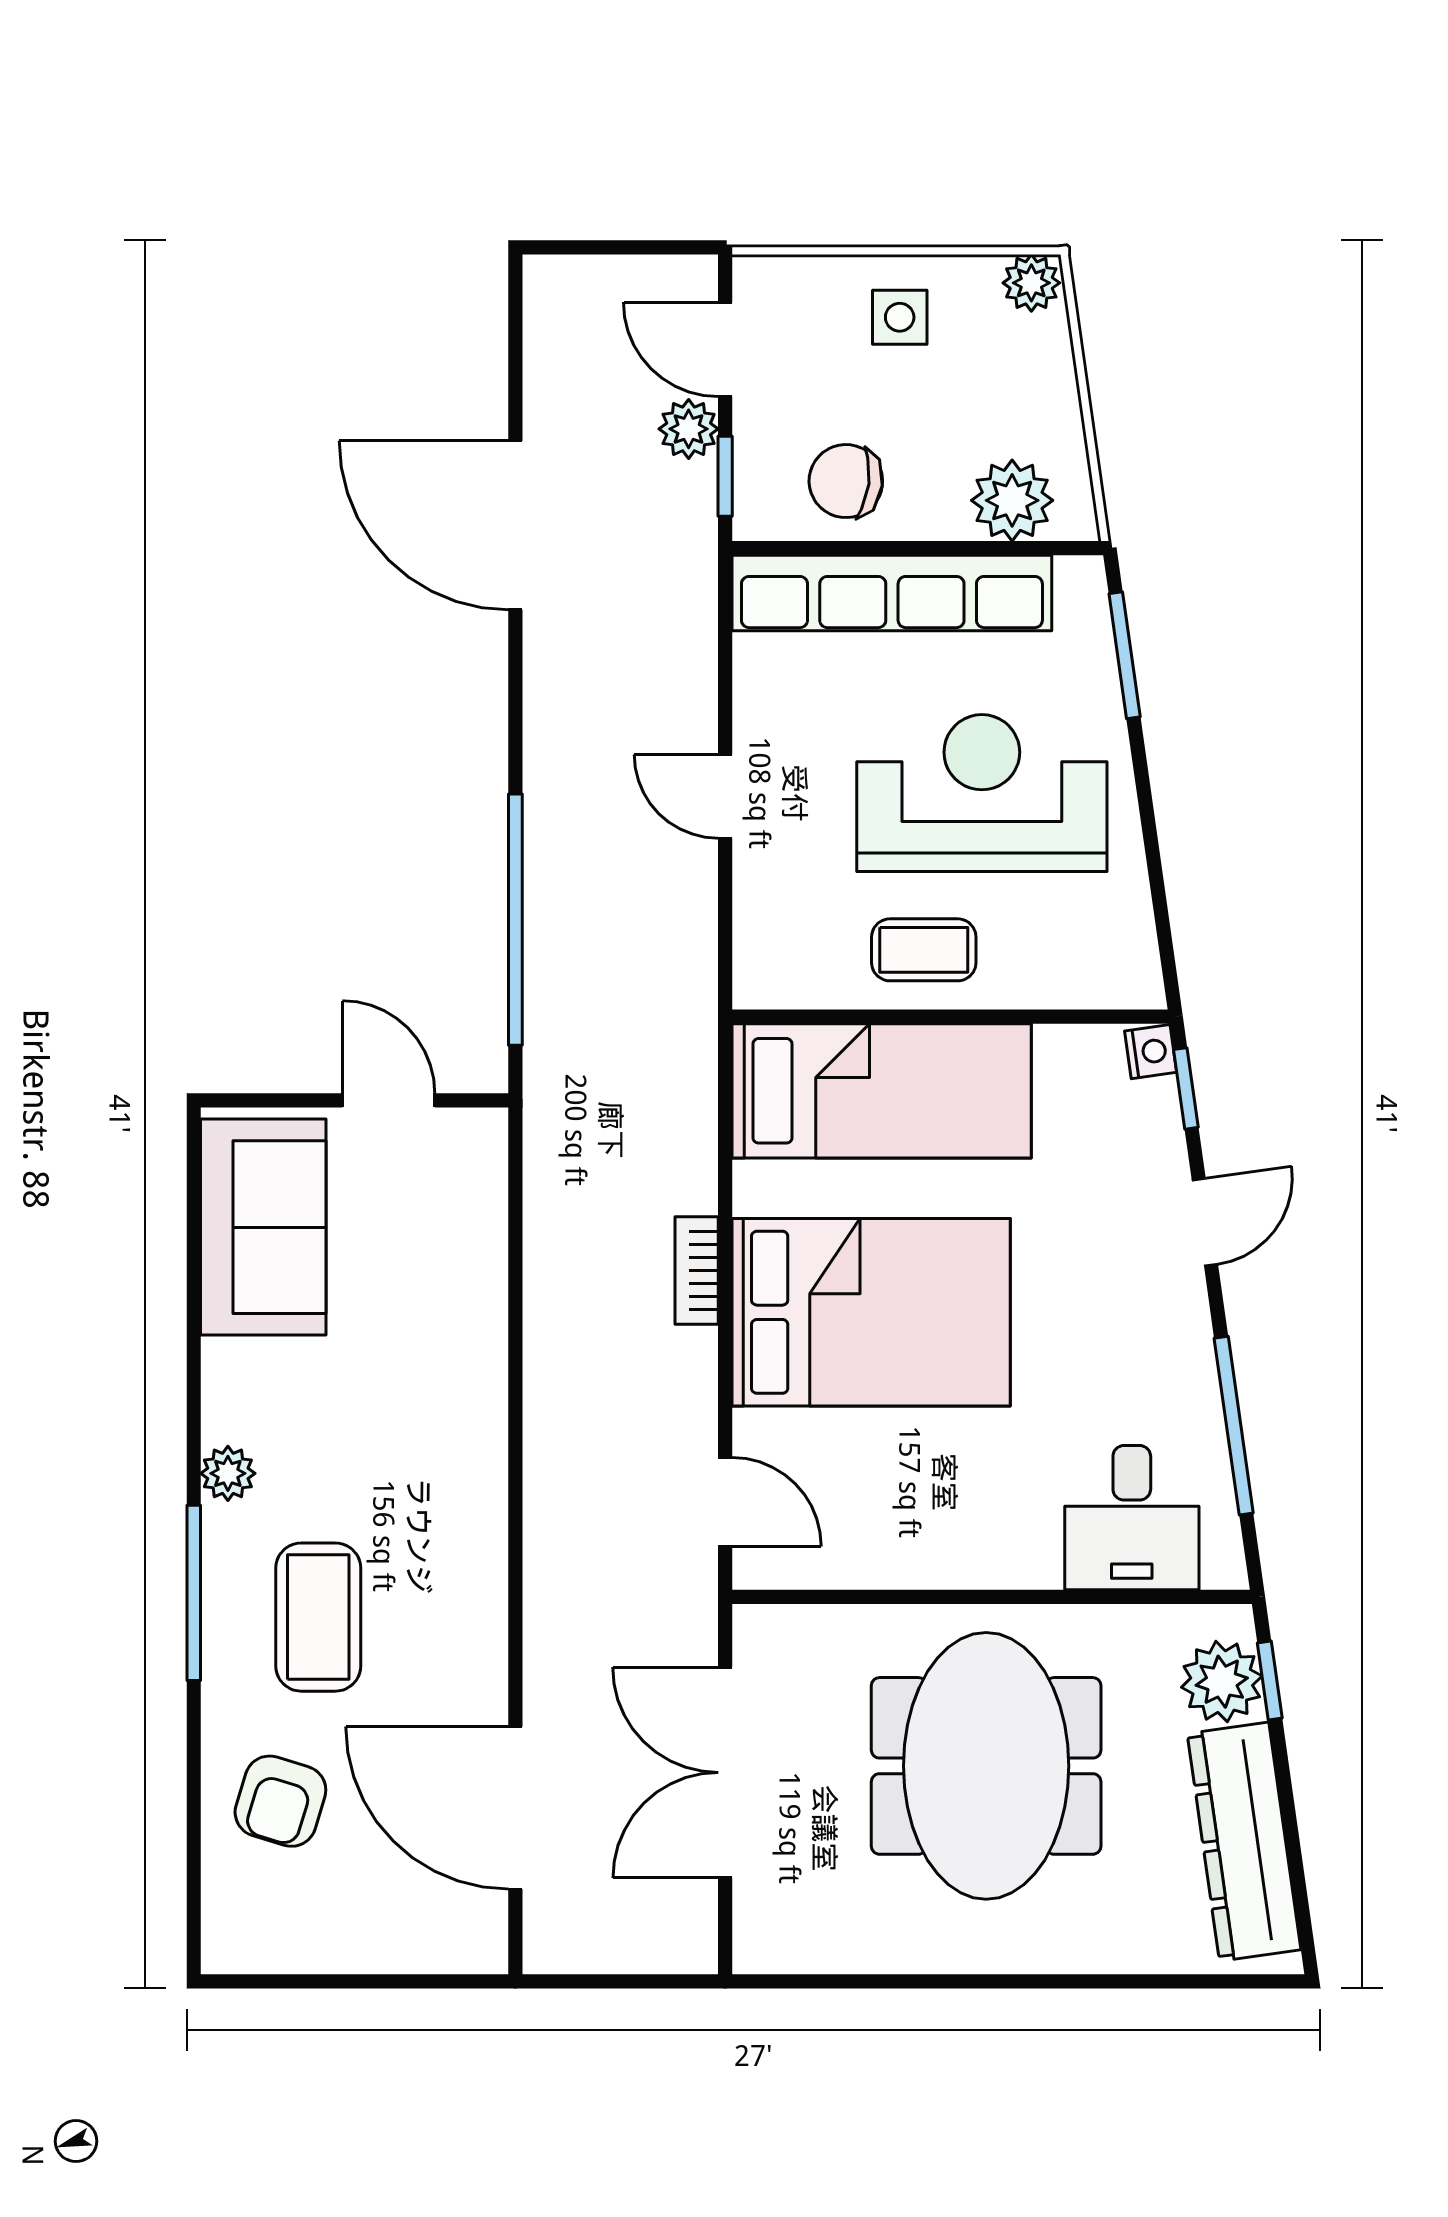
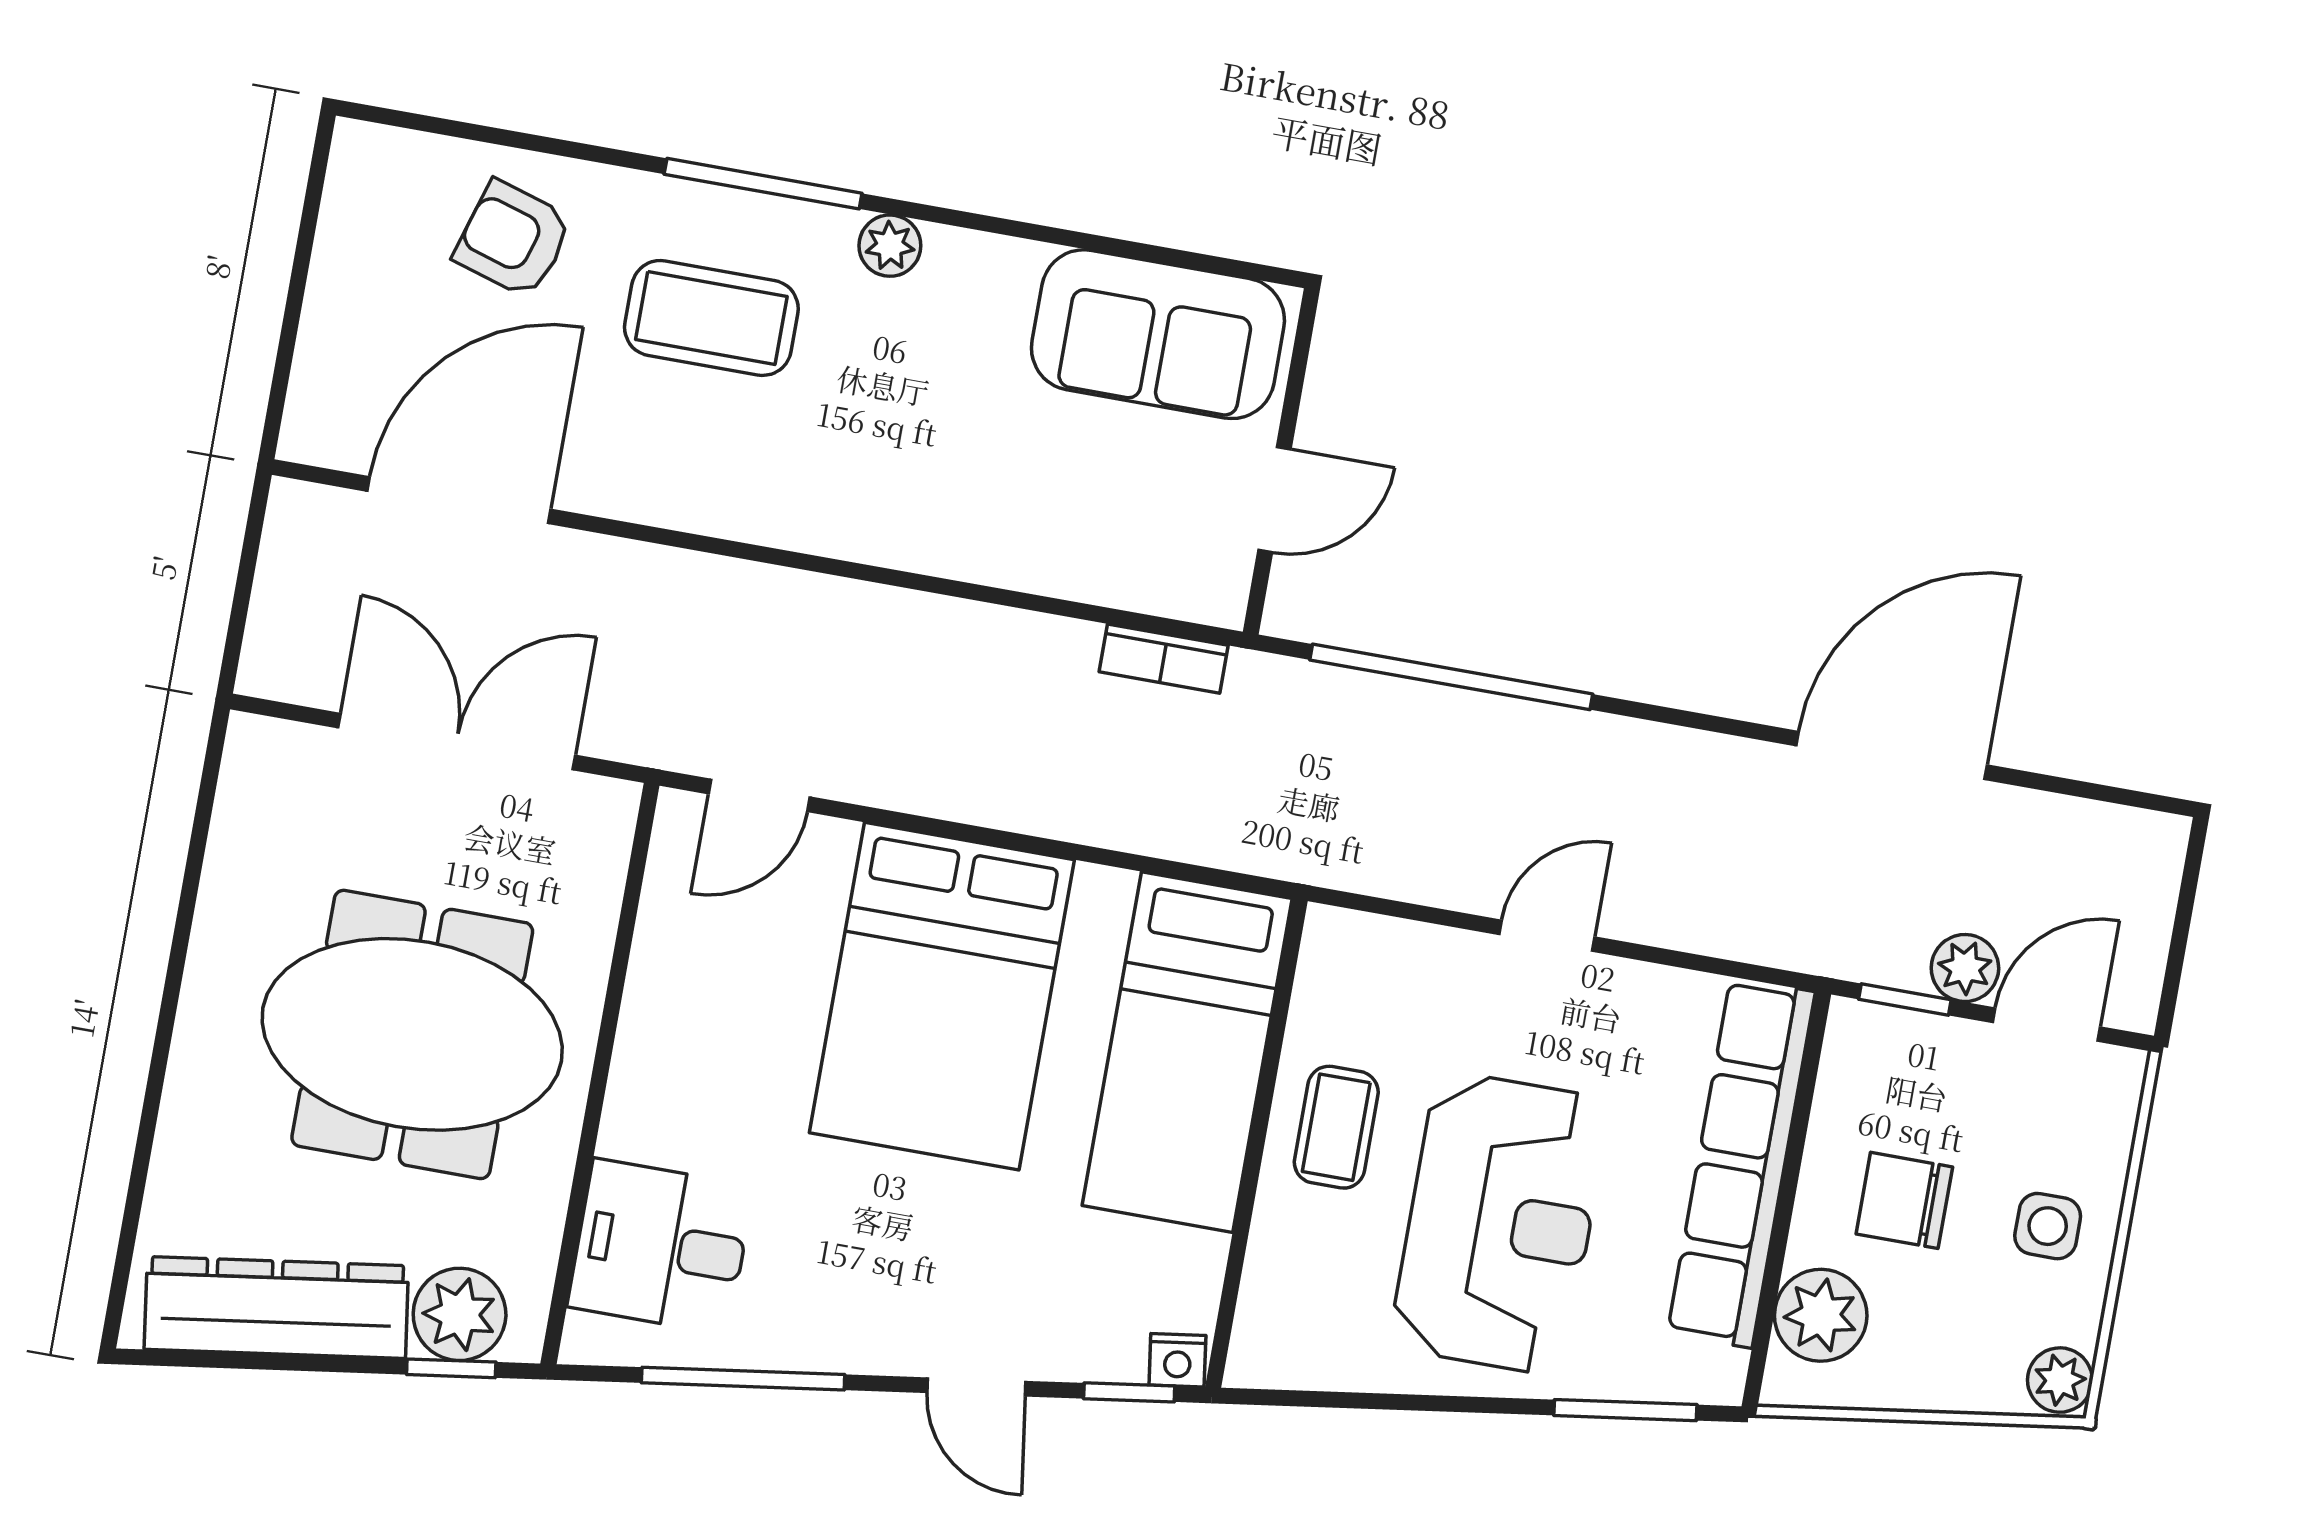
chair: (846, 481) -> (1904, 1200), moved, turned -97
bookcase: (697, 1271) -> (1164, 659), moved, turned 180

